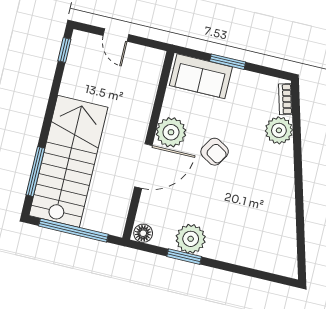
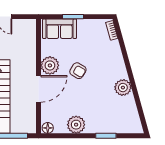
plant: (279, 130) -> (123, 88), moved
window: (184, 257) -> (106, 136), moved

